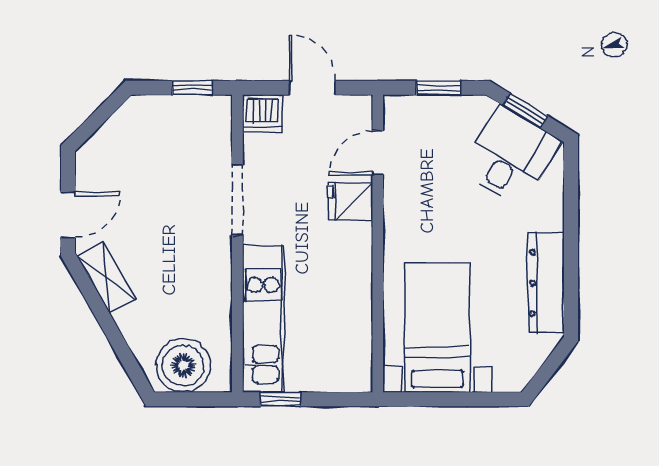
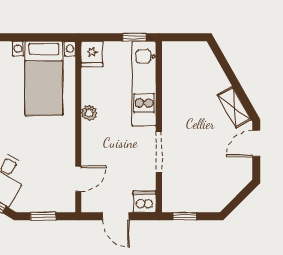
fridge: (350, 201) -> (92, 54), moved, turned 90
plant: (359, 268) -> (89, 113), added
boiler: (183, 365) -> (190, 57), removed

